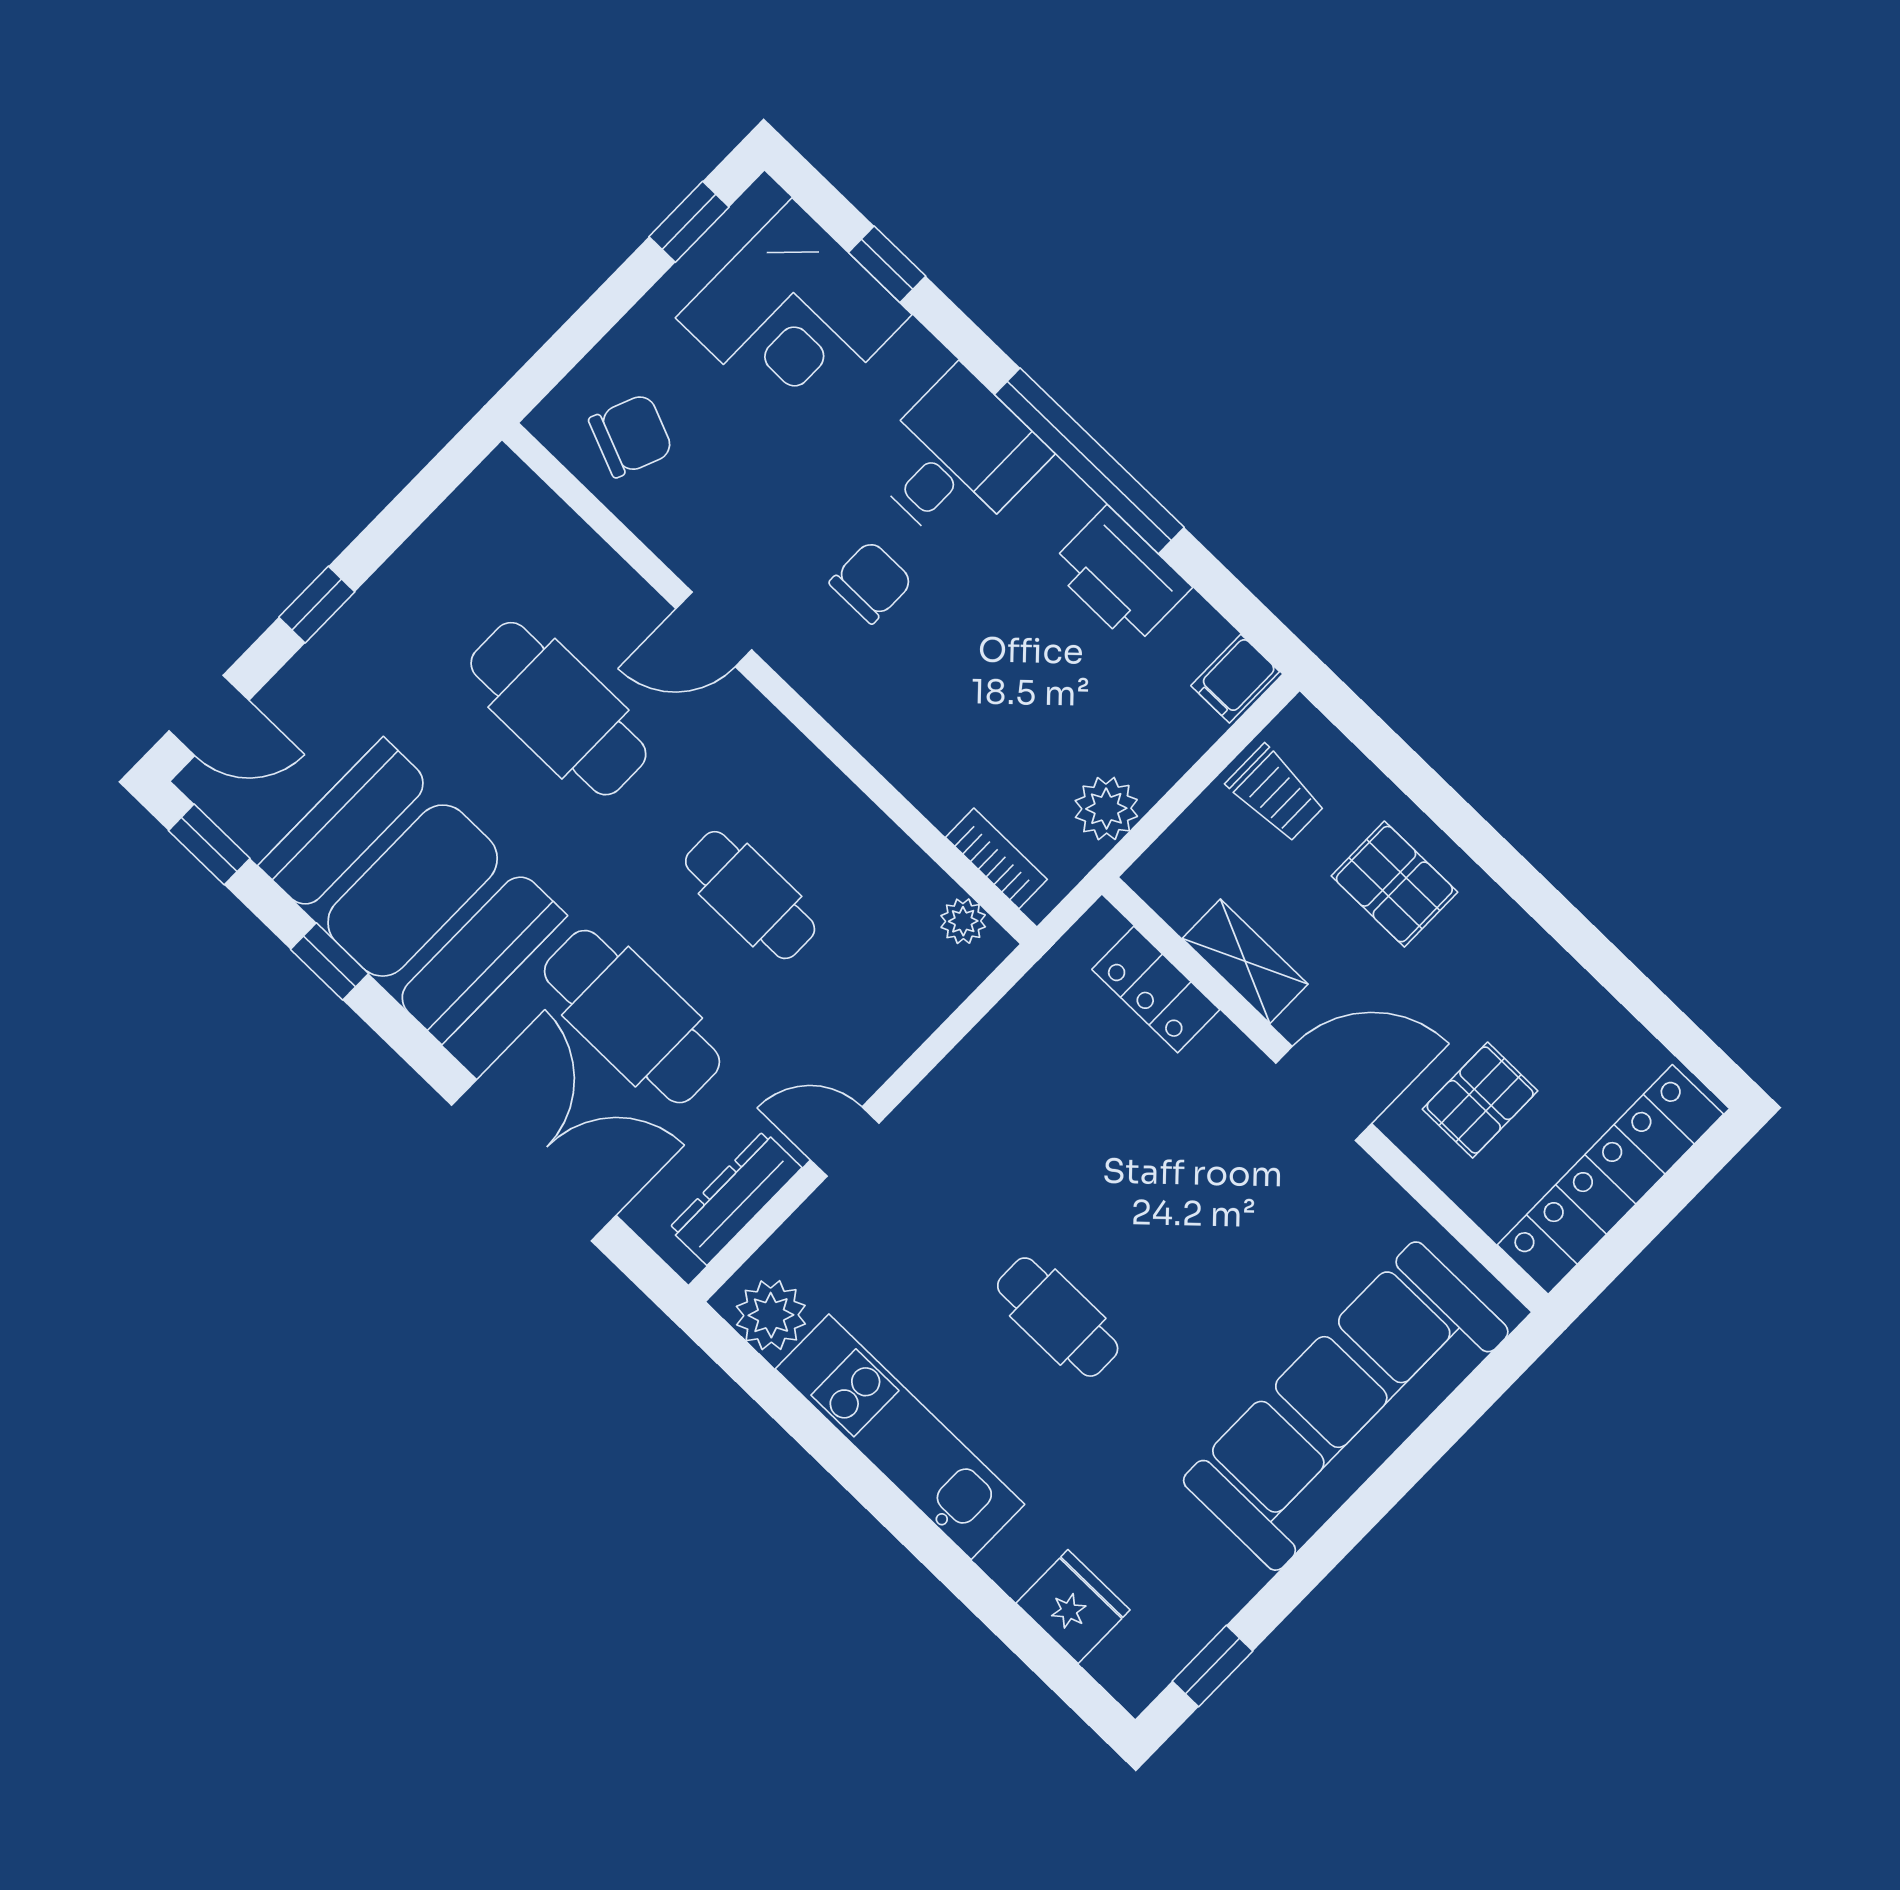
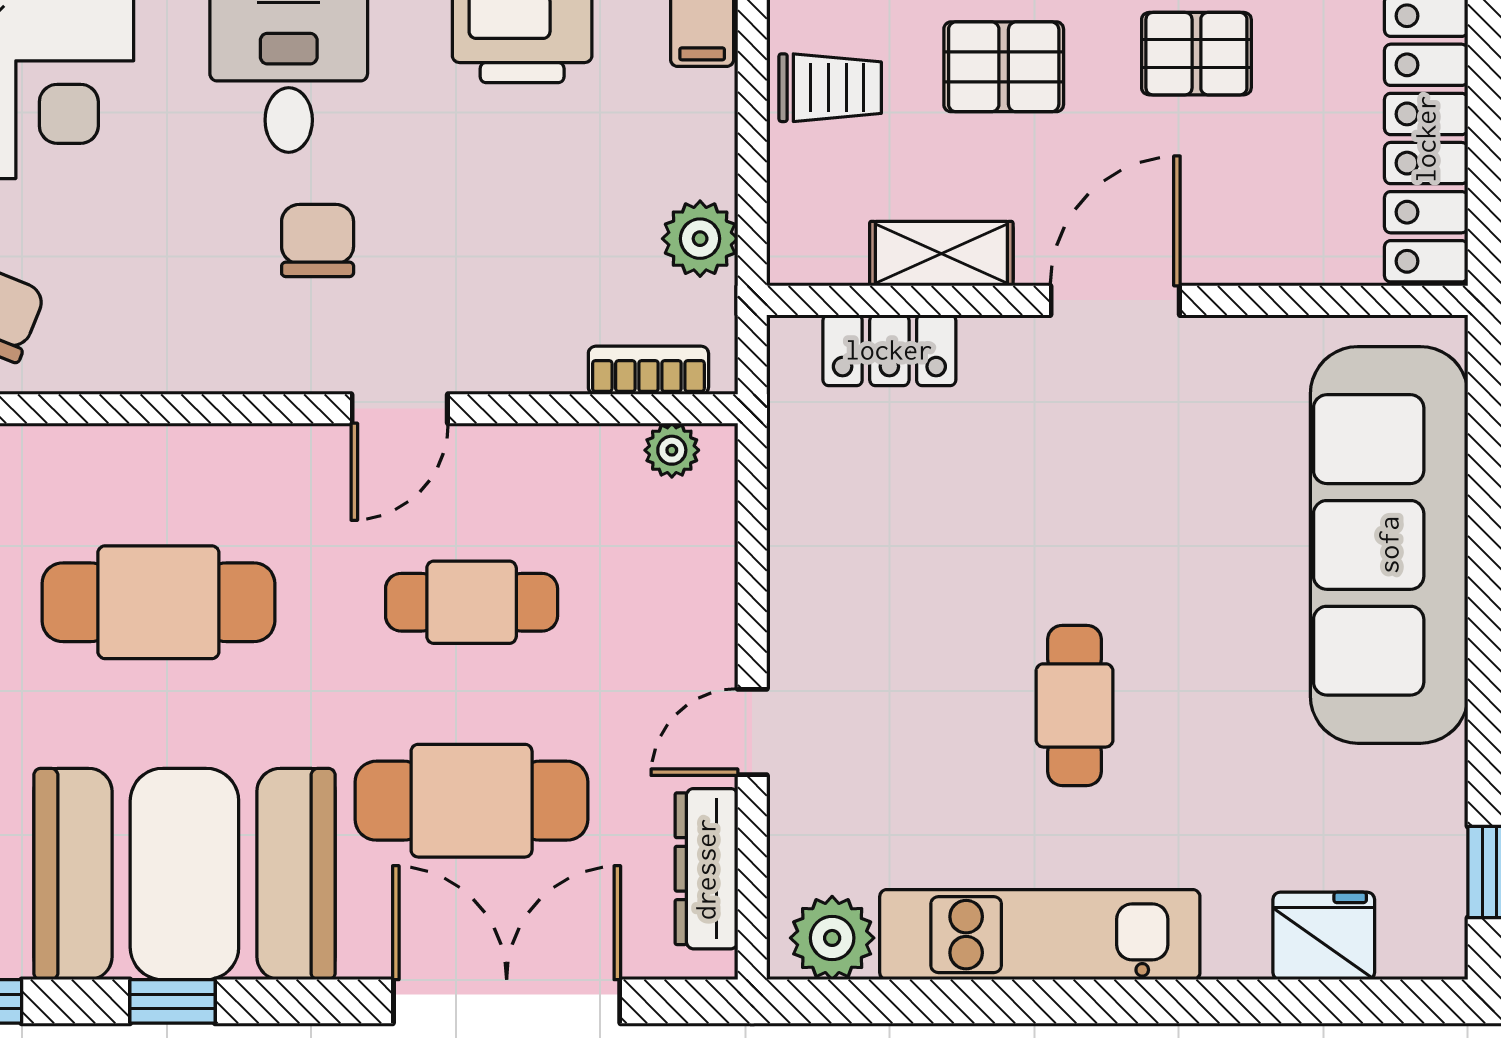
door: (714, 629) -> (400, 409), moved
pallet: (1480, 1100) -> (1196, 54), moved, turned 90
cafe table: (1058, 1317) -> (1075, 705), turned 90

